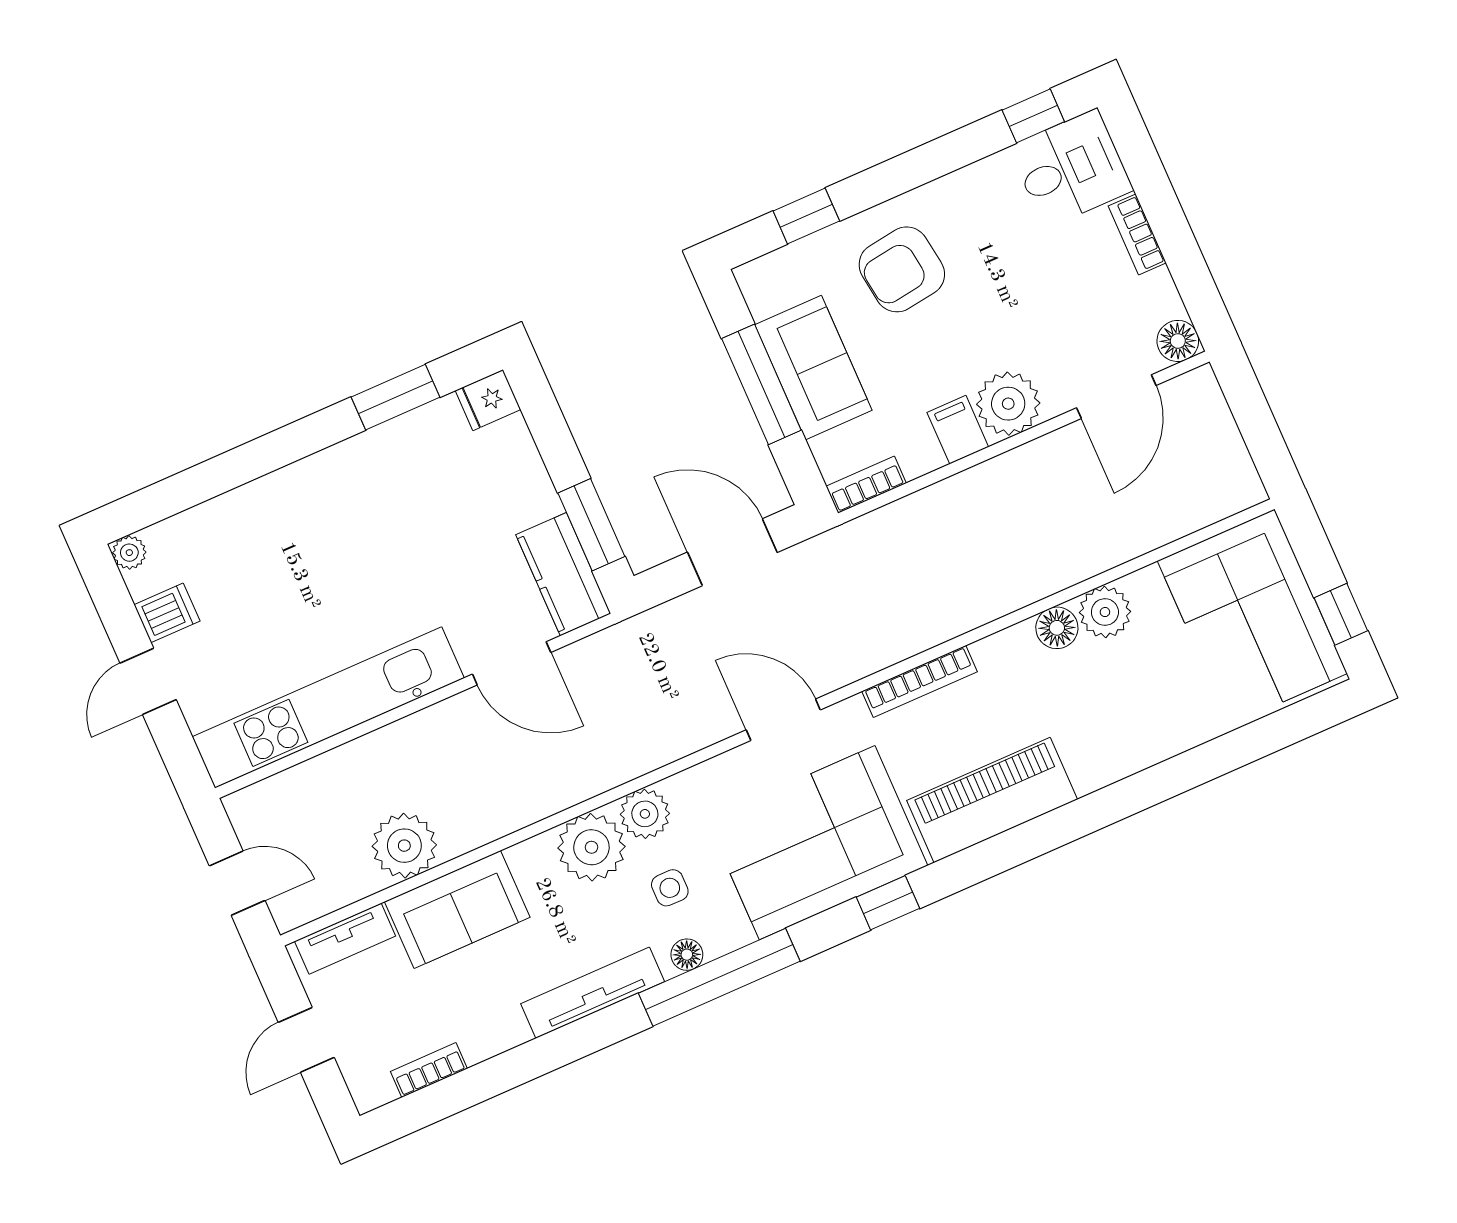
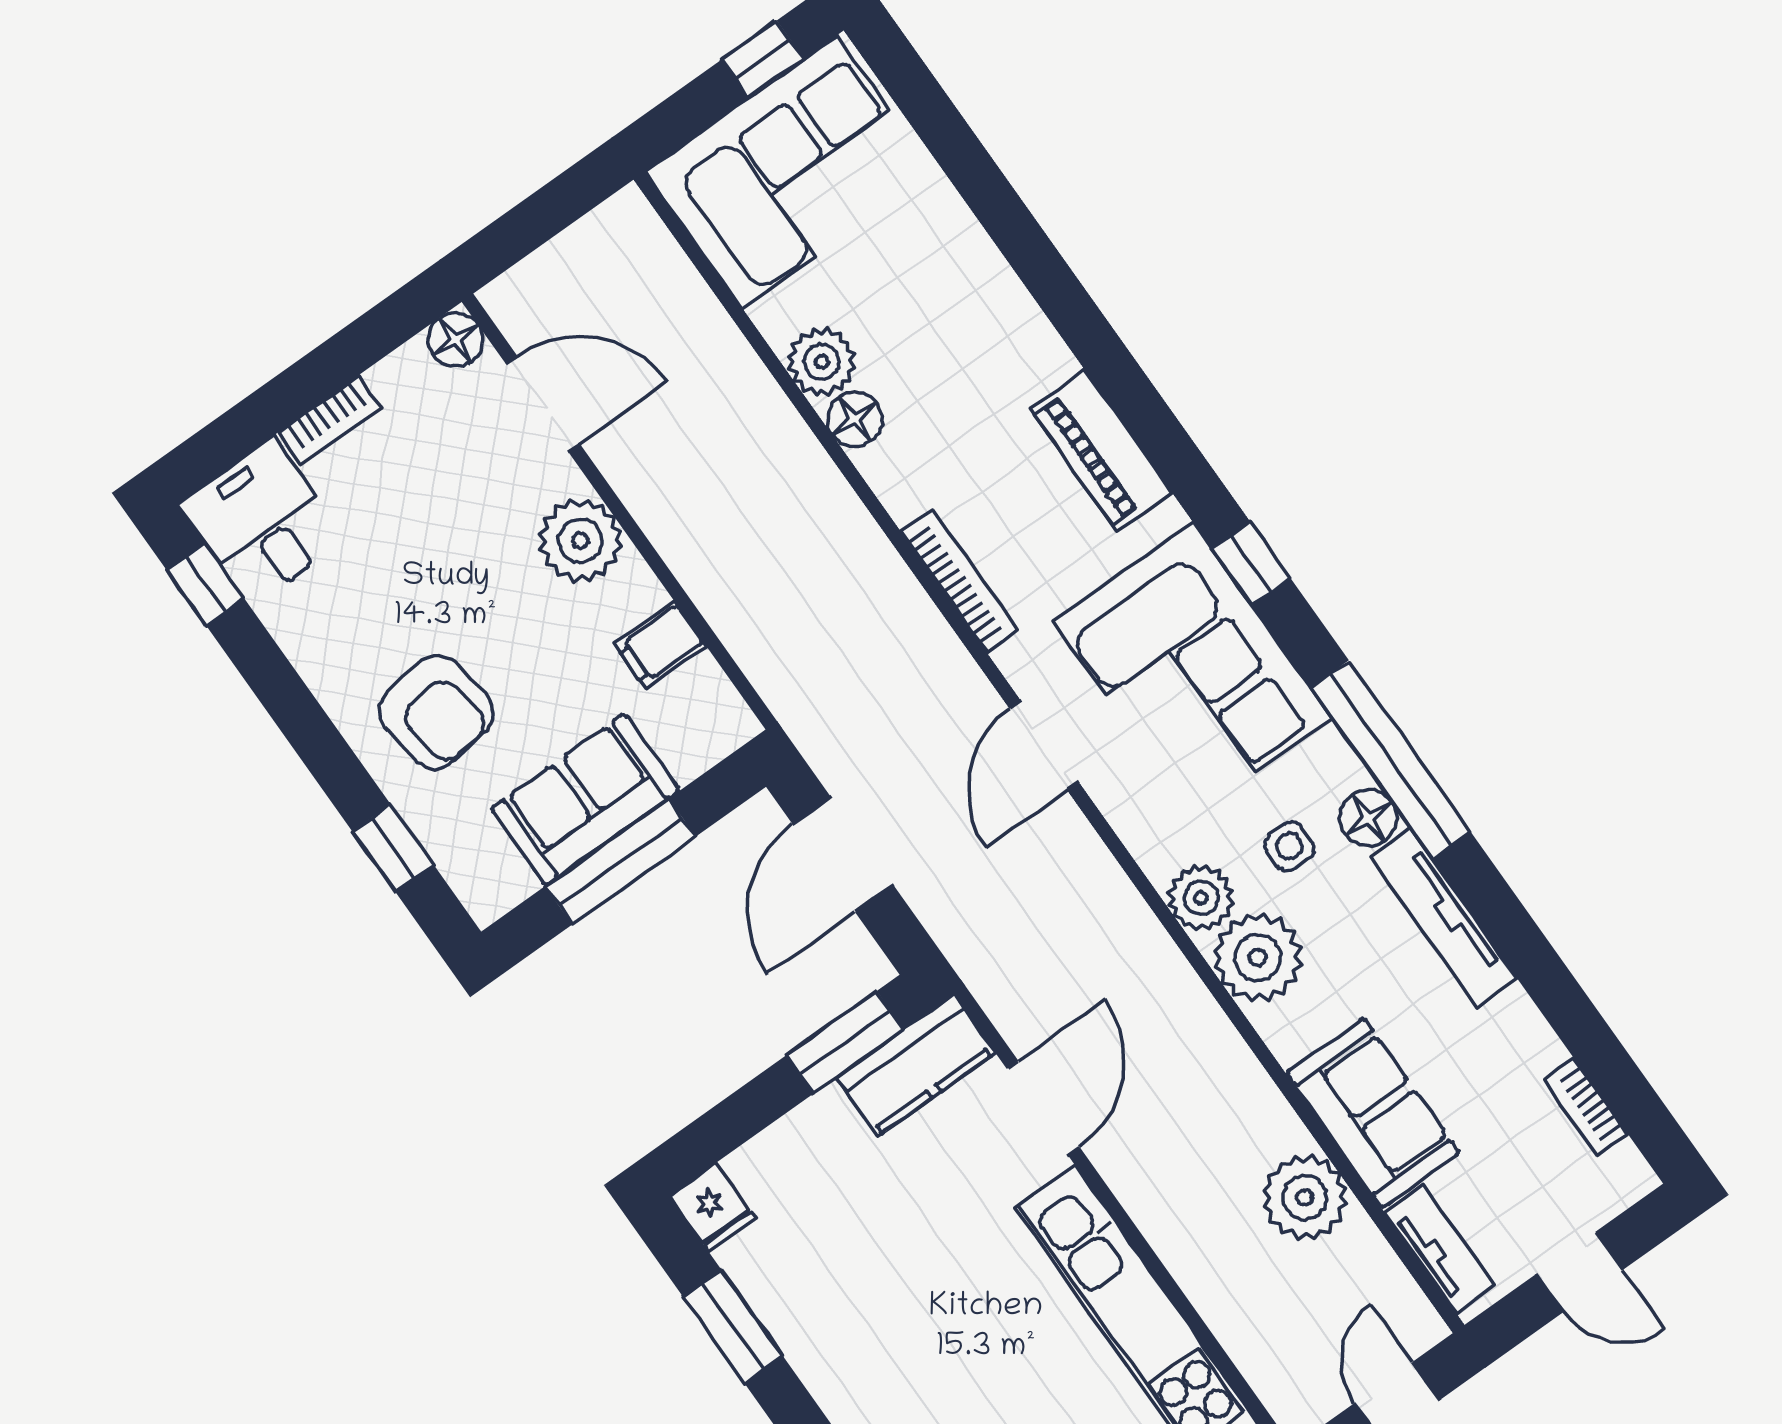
filing cabinet: (958, 430) -> (660, 645), moved
bookcase: (866, 485) -> (721, 701), removed
piano: (992, 800) -> (1101, 450), width x0.73, depth x0.75
floor lamp: (687, 955) -> (1368, 818), width x1.37, depth x1.37

